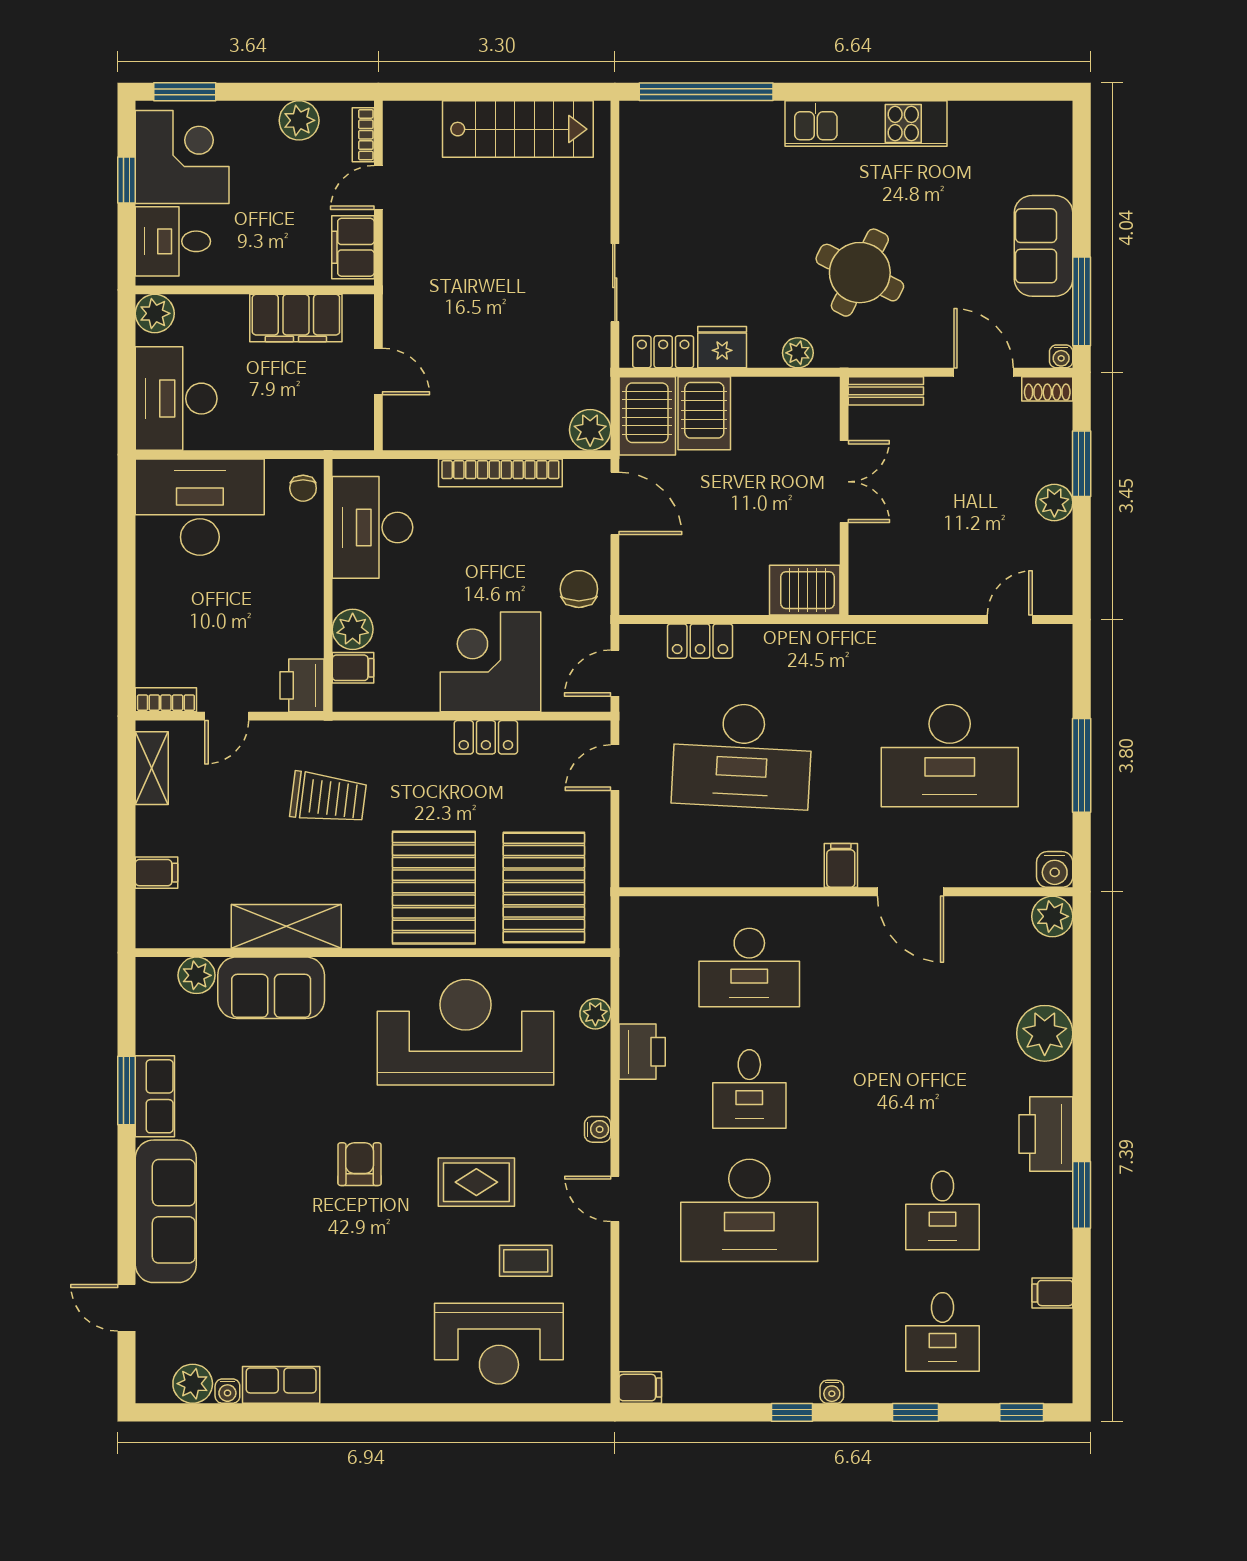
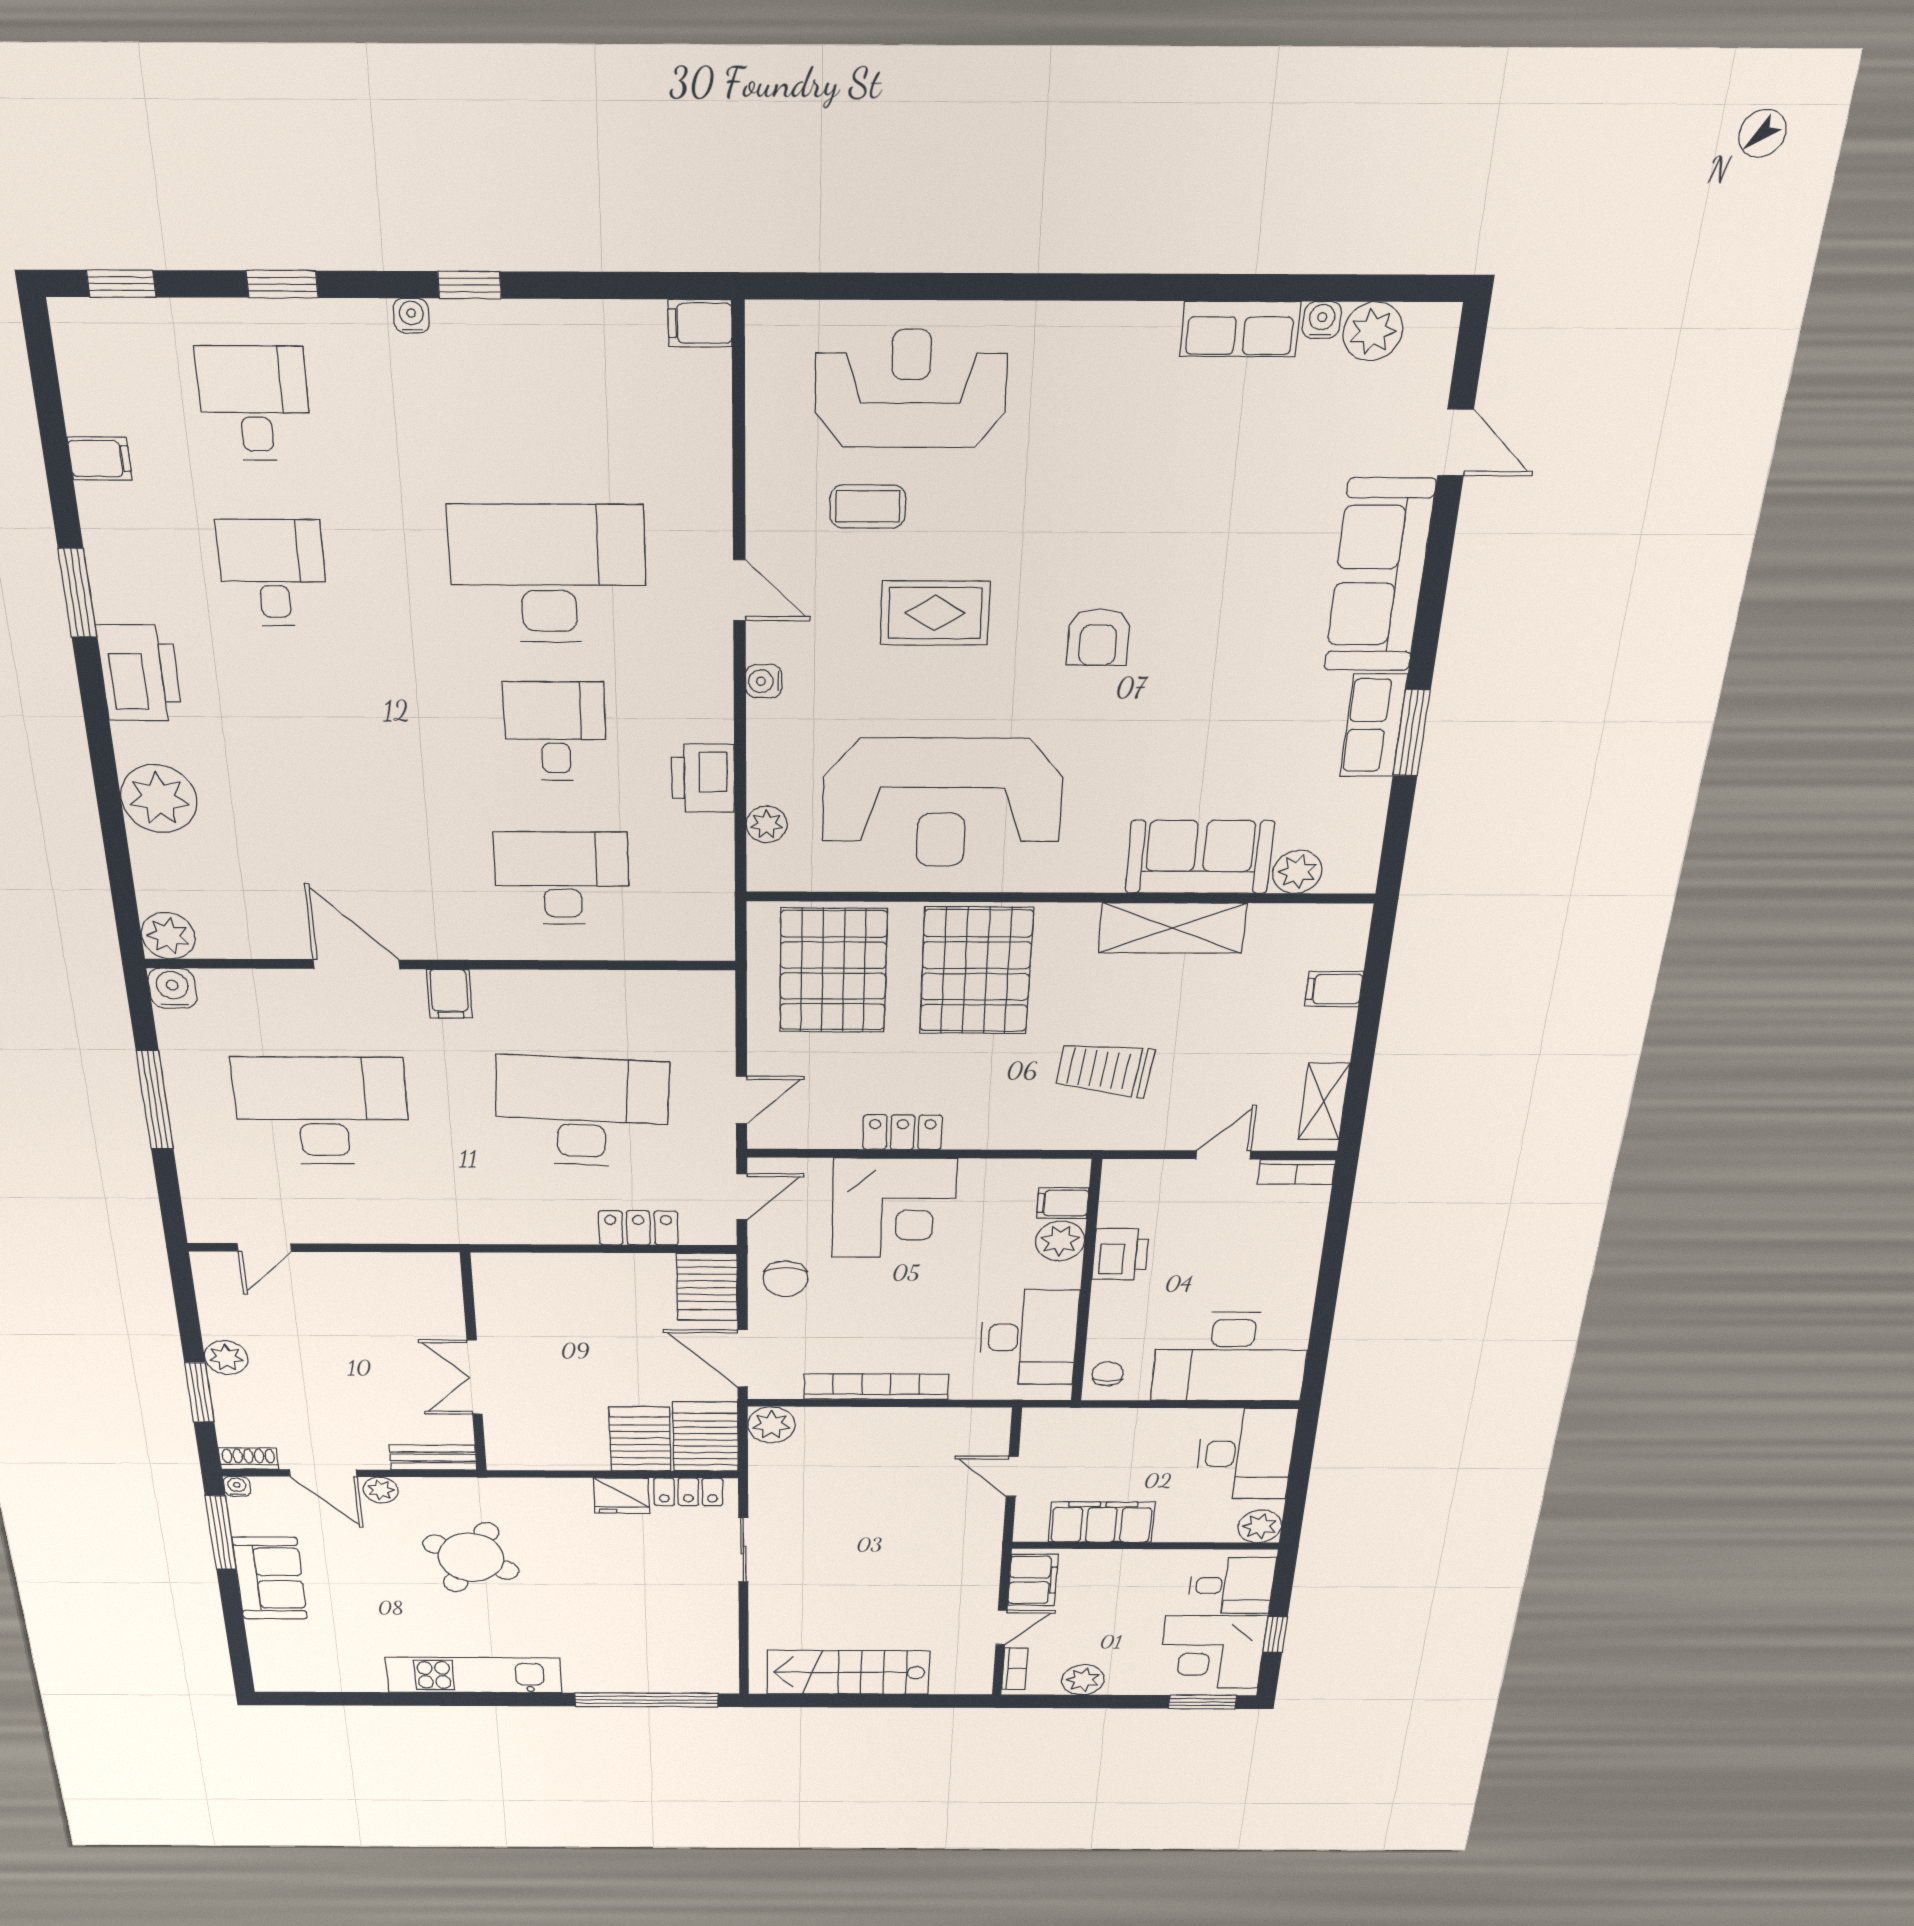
plant: (798, 353) -> (381, 1490), moved
server rack: (805, 590) -> (707, 1287), moved, turned 90
printer: (302, 685) -> (1120, 1254), moved

